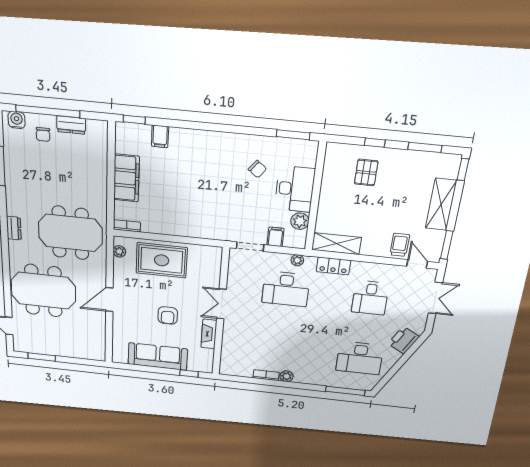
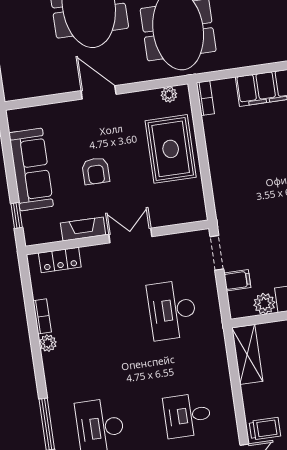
plant: (297, 260) -> (214, 314), removed
locker: (333, 266) -> (60, 260), moved, turned -90
armchair: (168, 315) -> (96, 171), turned -90

